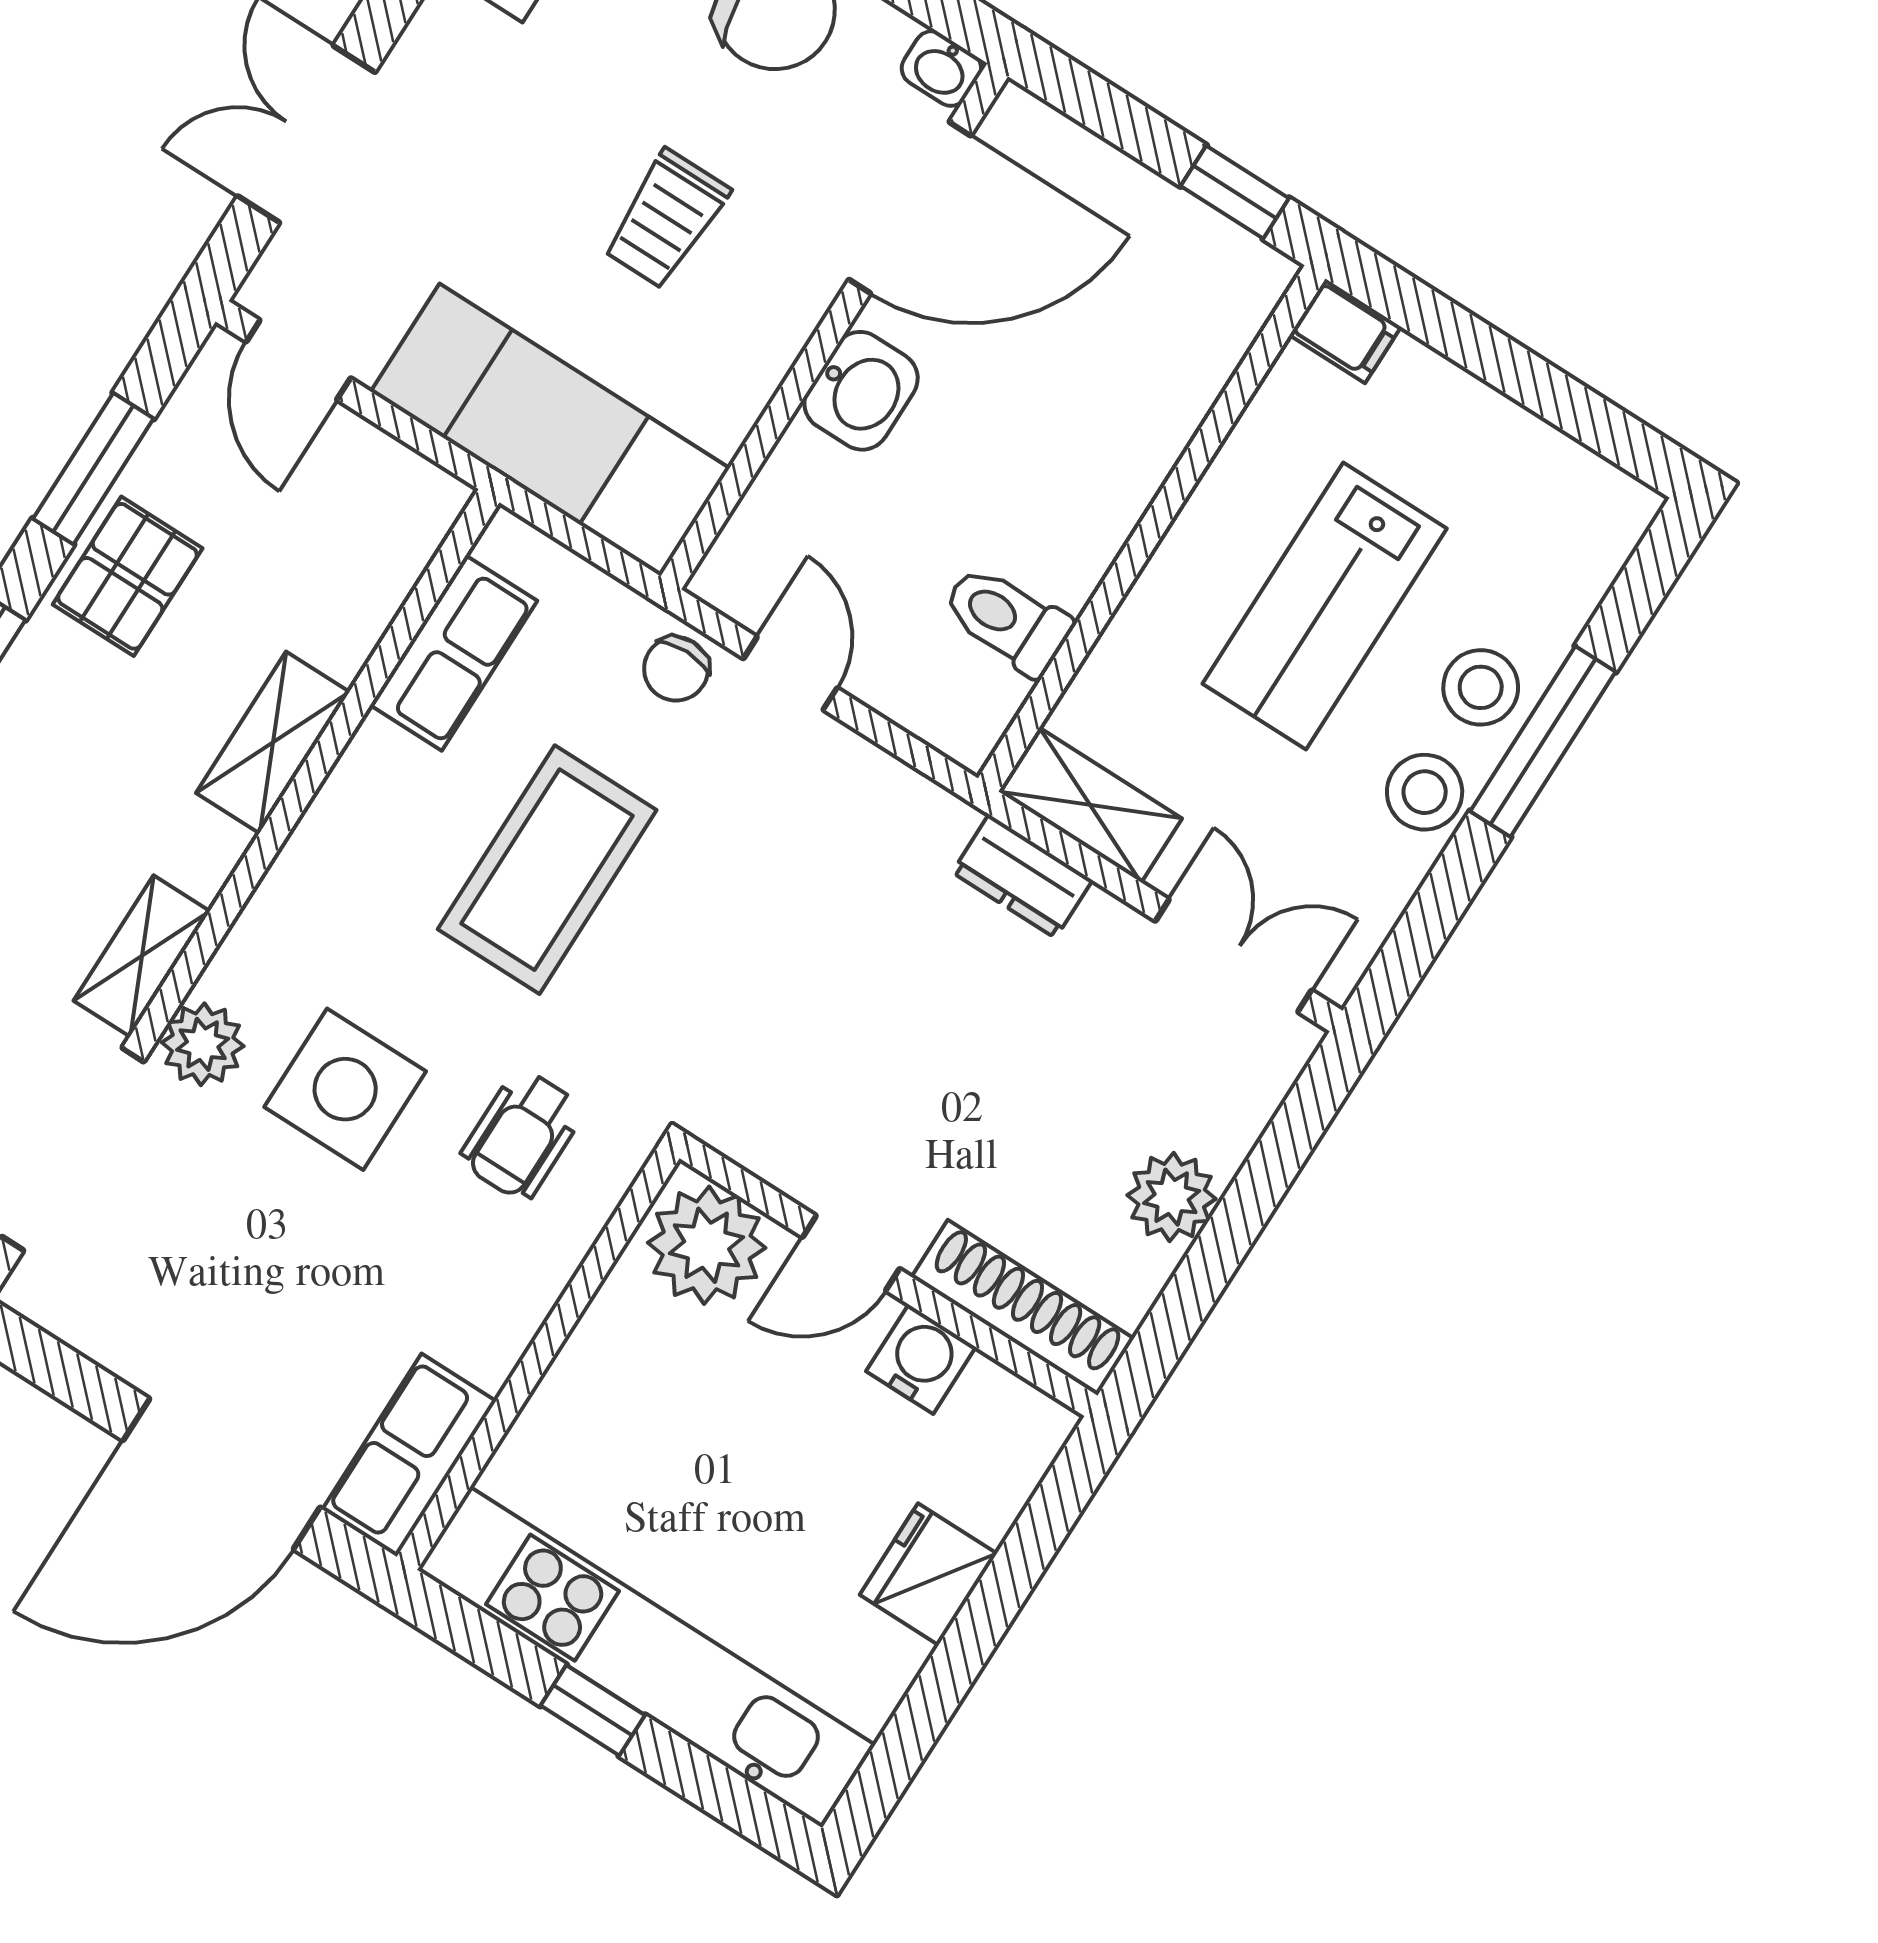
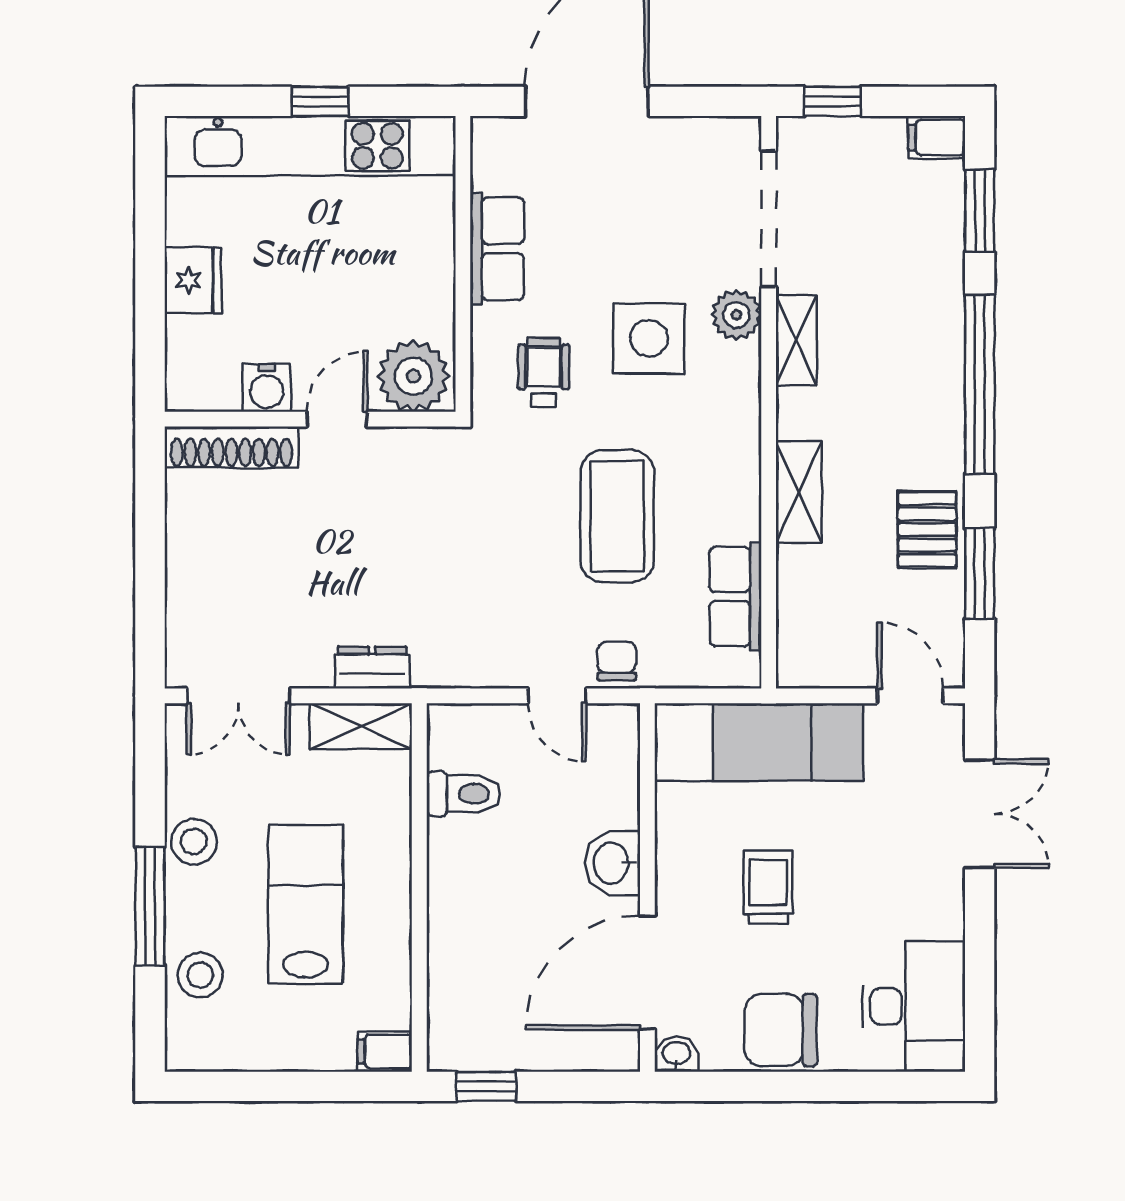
stool: (1481, 687) -> (200, 975), moved
plant: (1172, 1197) -> (191, 552), removed
row of seats: (409, 1455) -> (497, 249), moved

